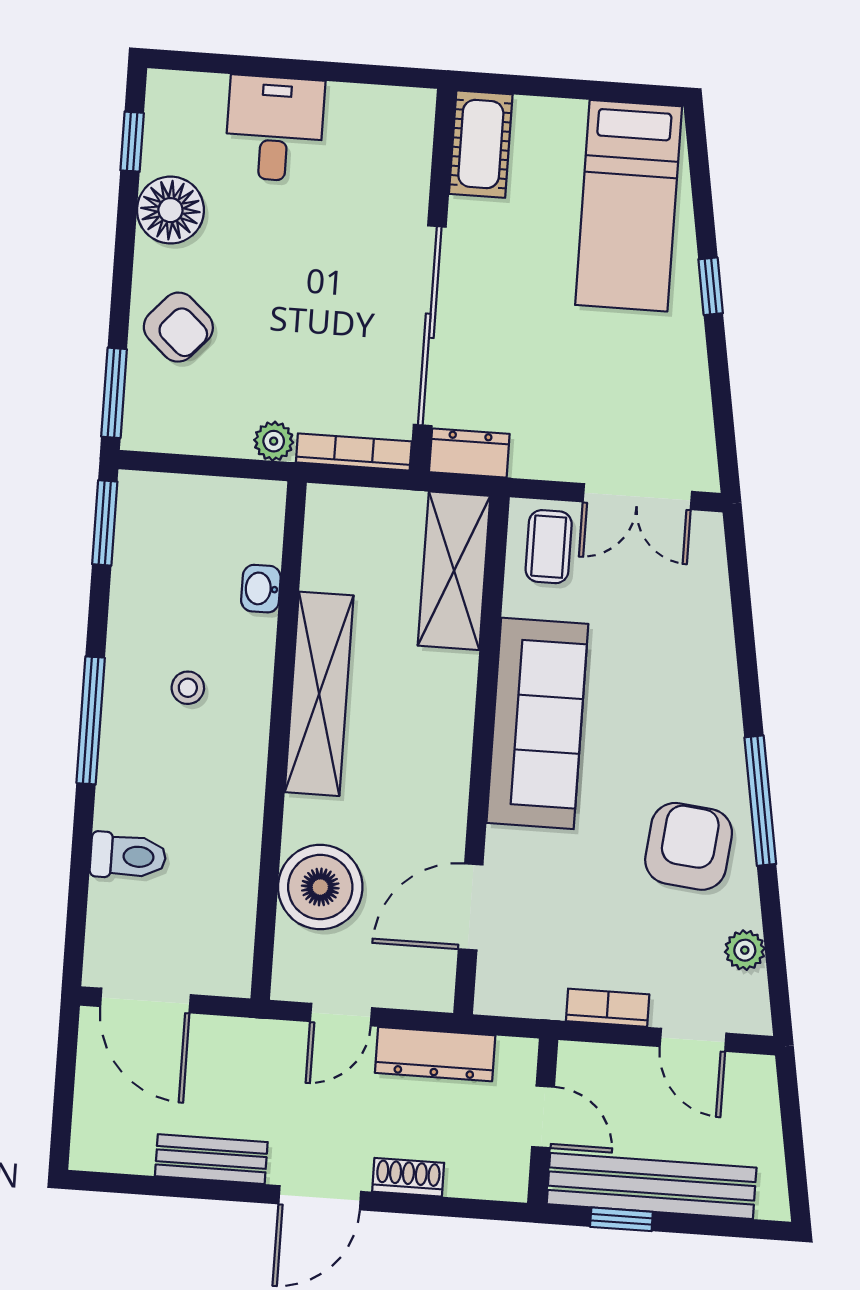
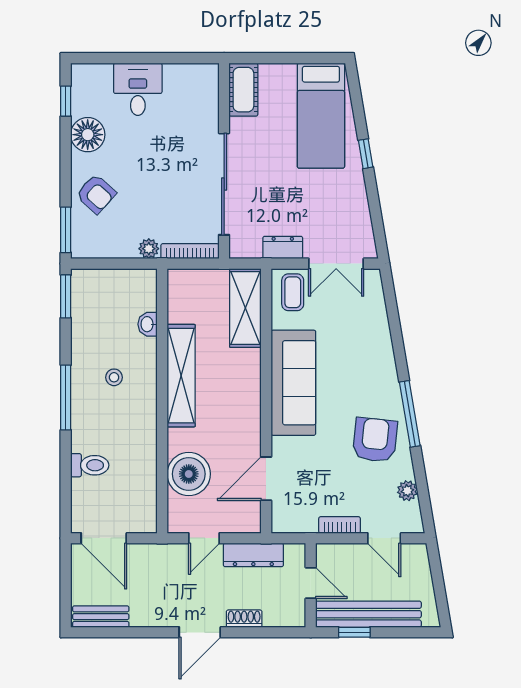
dresser: (469, 453) -> (283, 247), moved
bench: (211, 1159) -> (101, 617), moved

